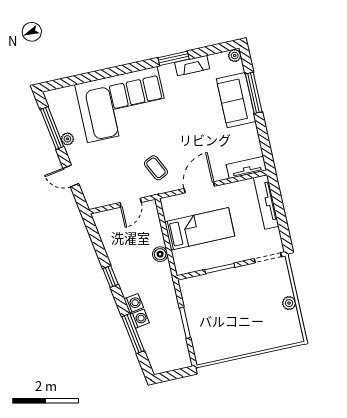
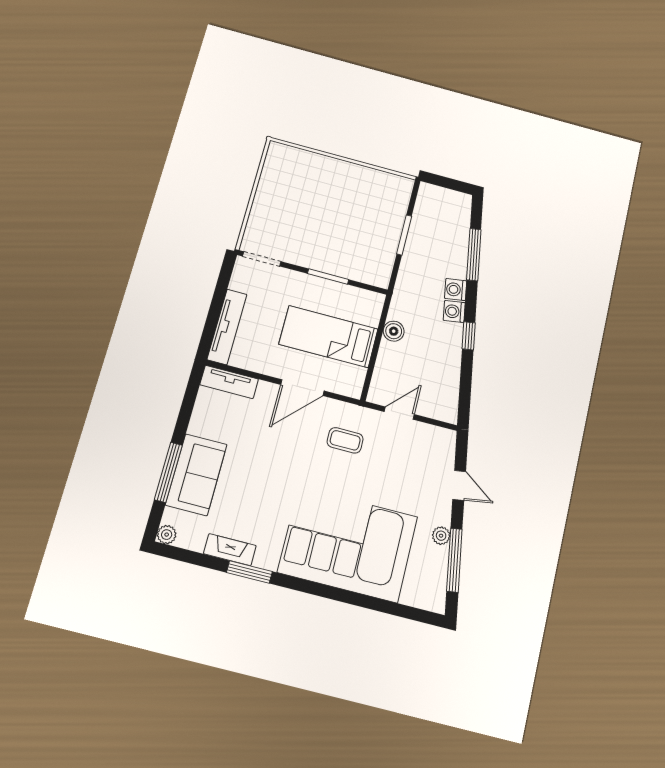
coffee table: (156, 168) -> (345, 440), turned -64
plant: (289, 303) -> (264, 193), removed
washing machine: (140, 319) -> (454, 311), moved

